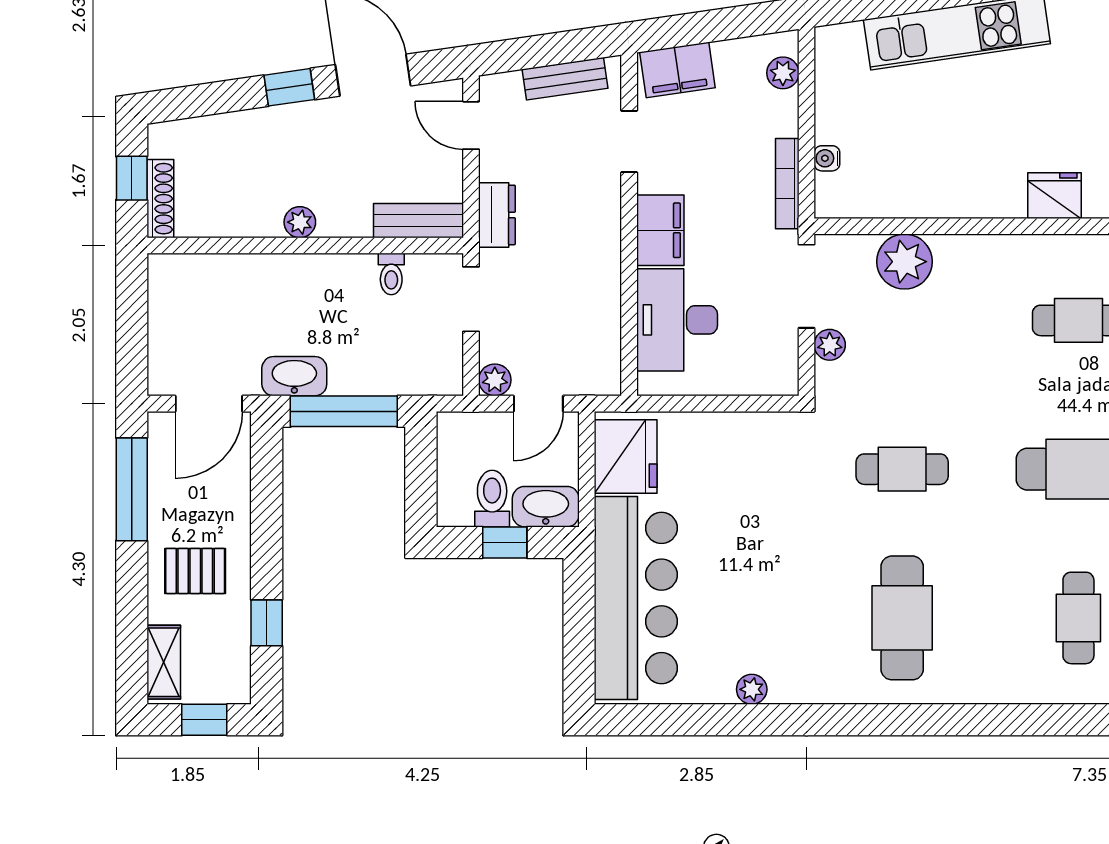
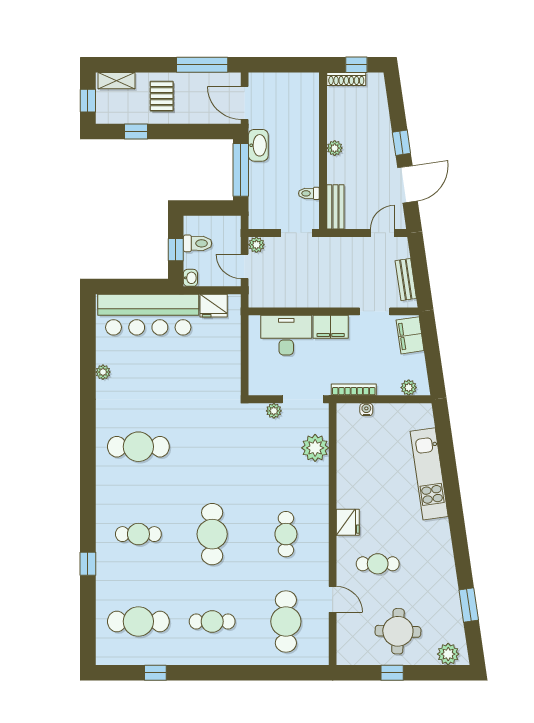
dresser: (497, 215) -> (338, 246), removed
fridge: (626, 456) -> (214, 306), width x0.73, depth x0.75
cafe table: (902, 469) -> (212, 447), removed
washbasin: (546, 507) -> (190, 278), width x0.52, depth x0.69

